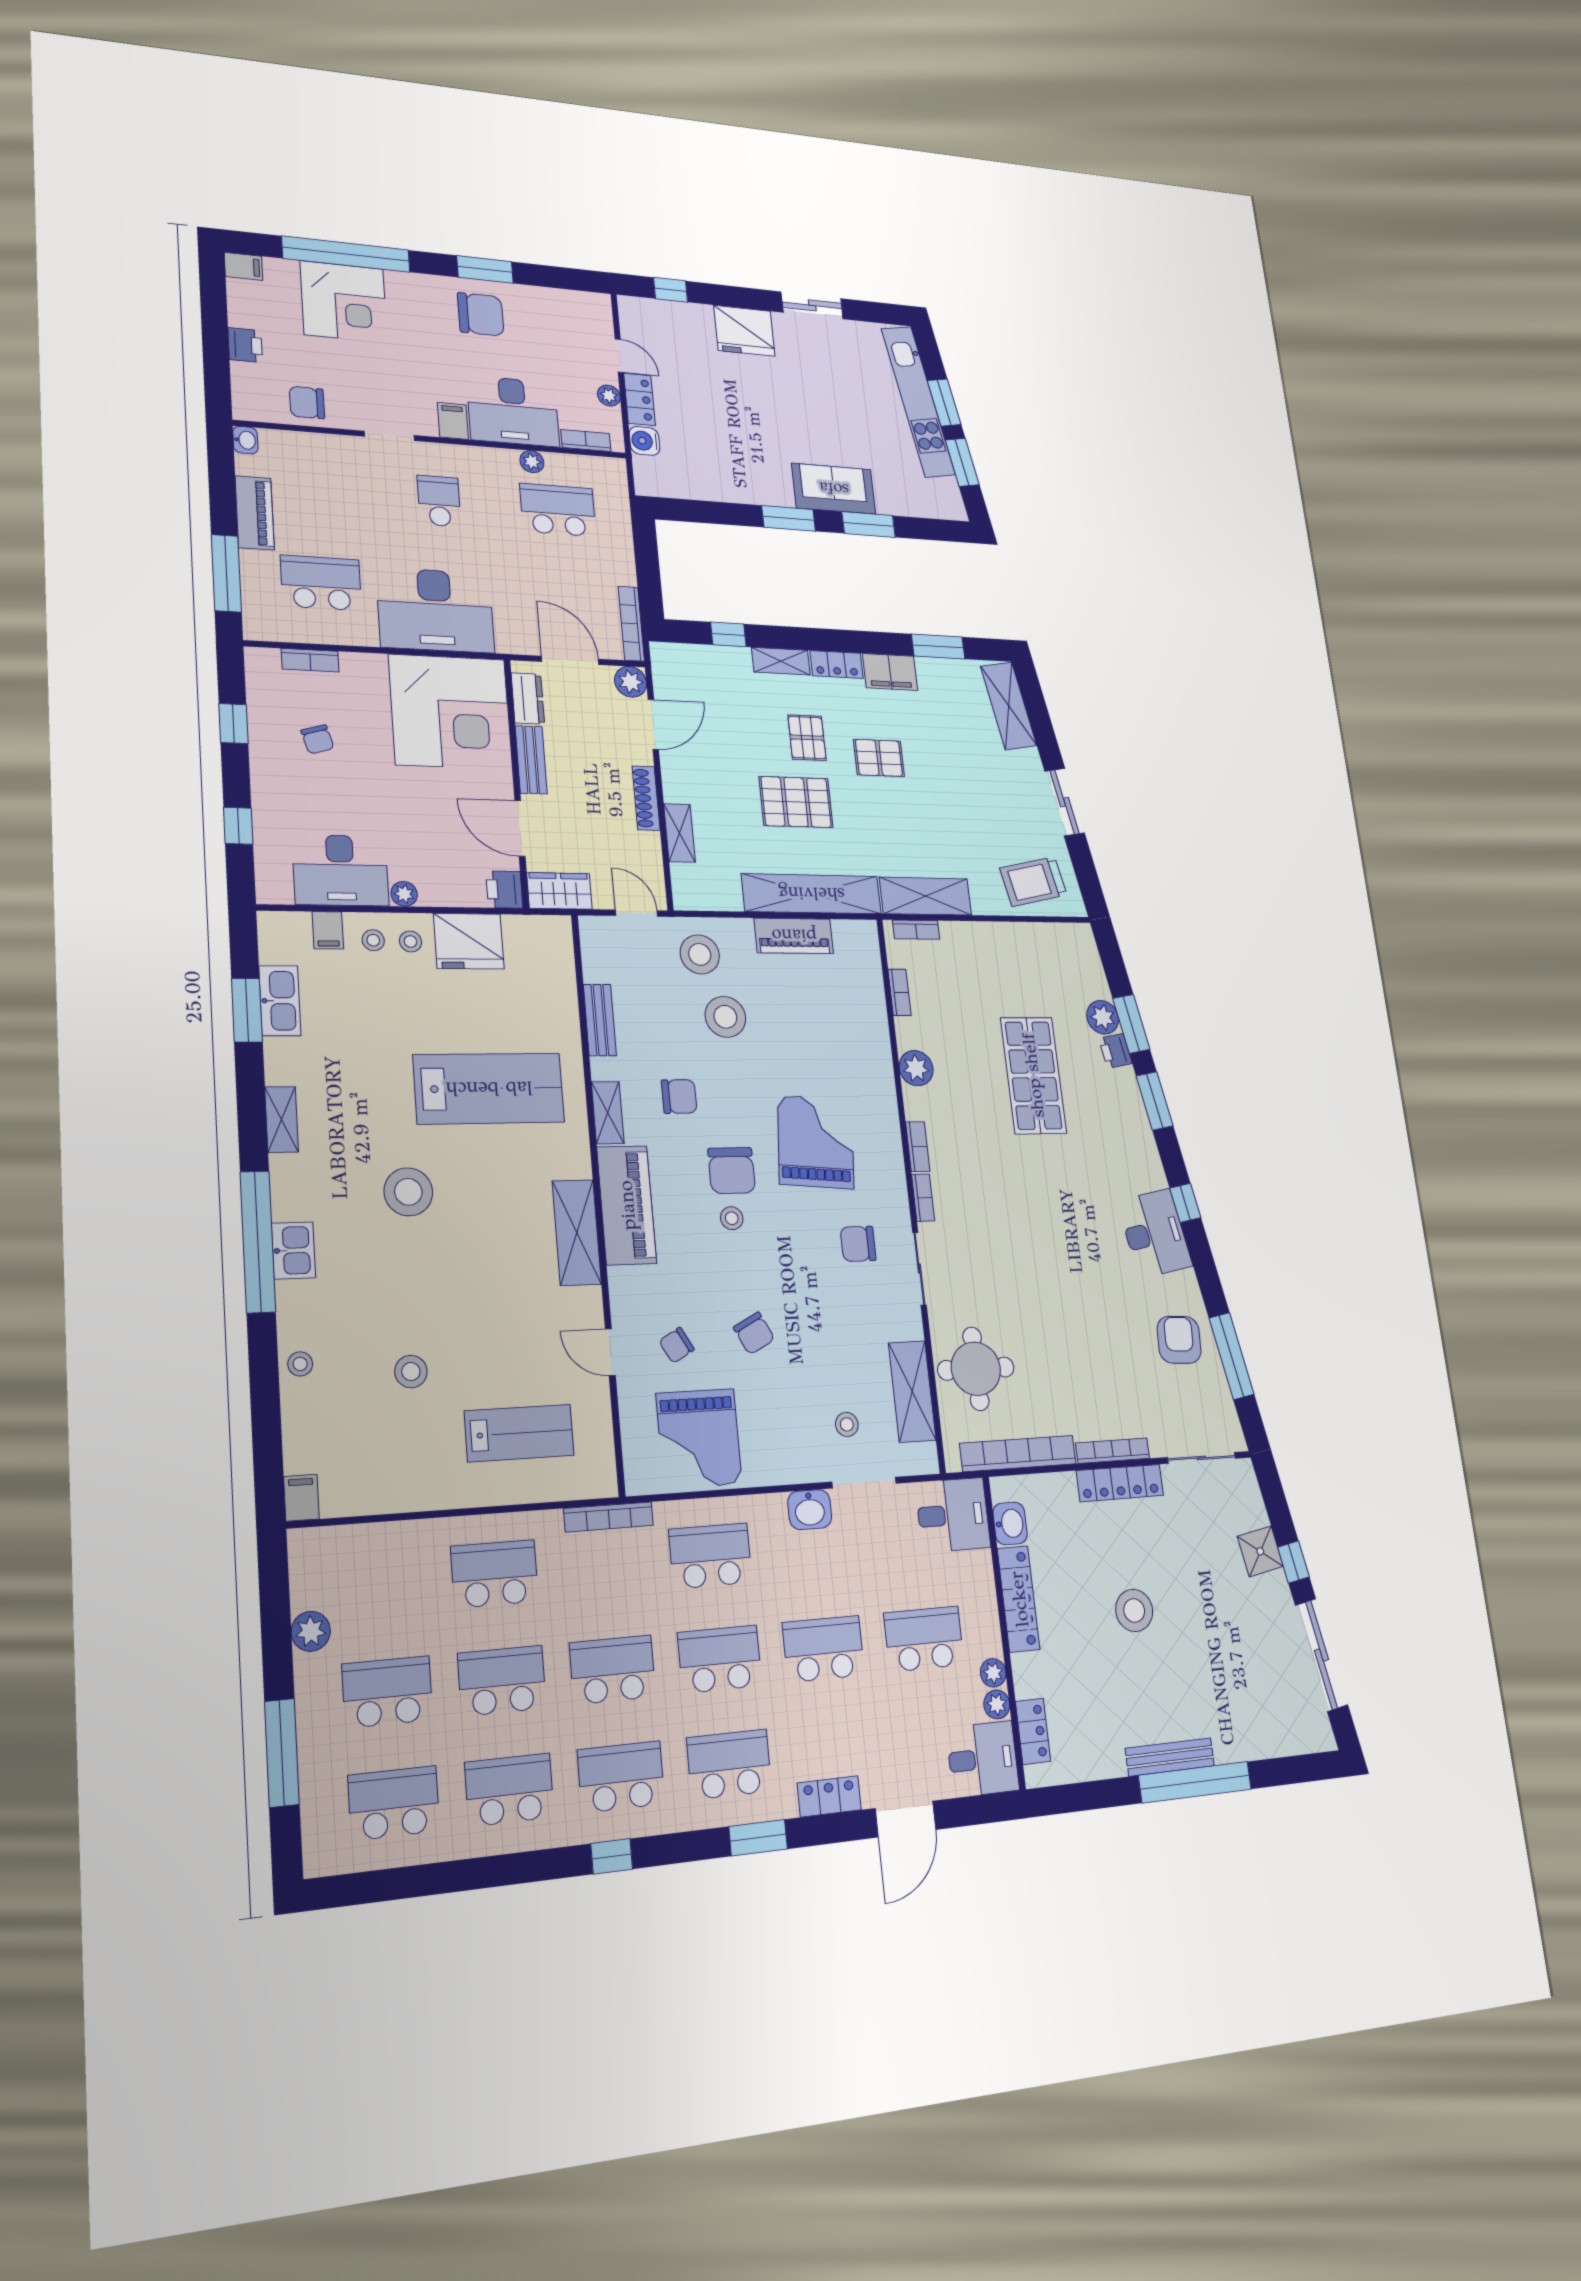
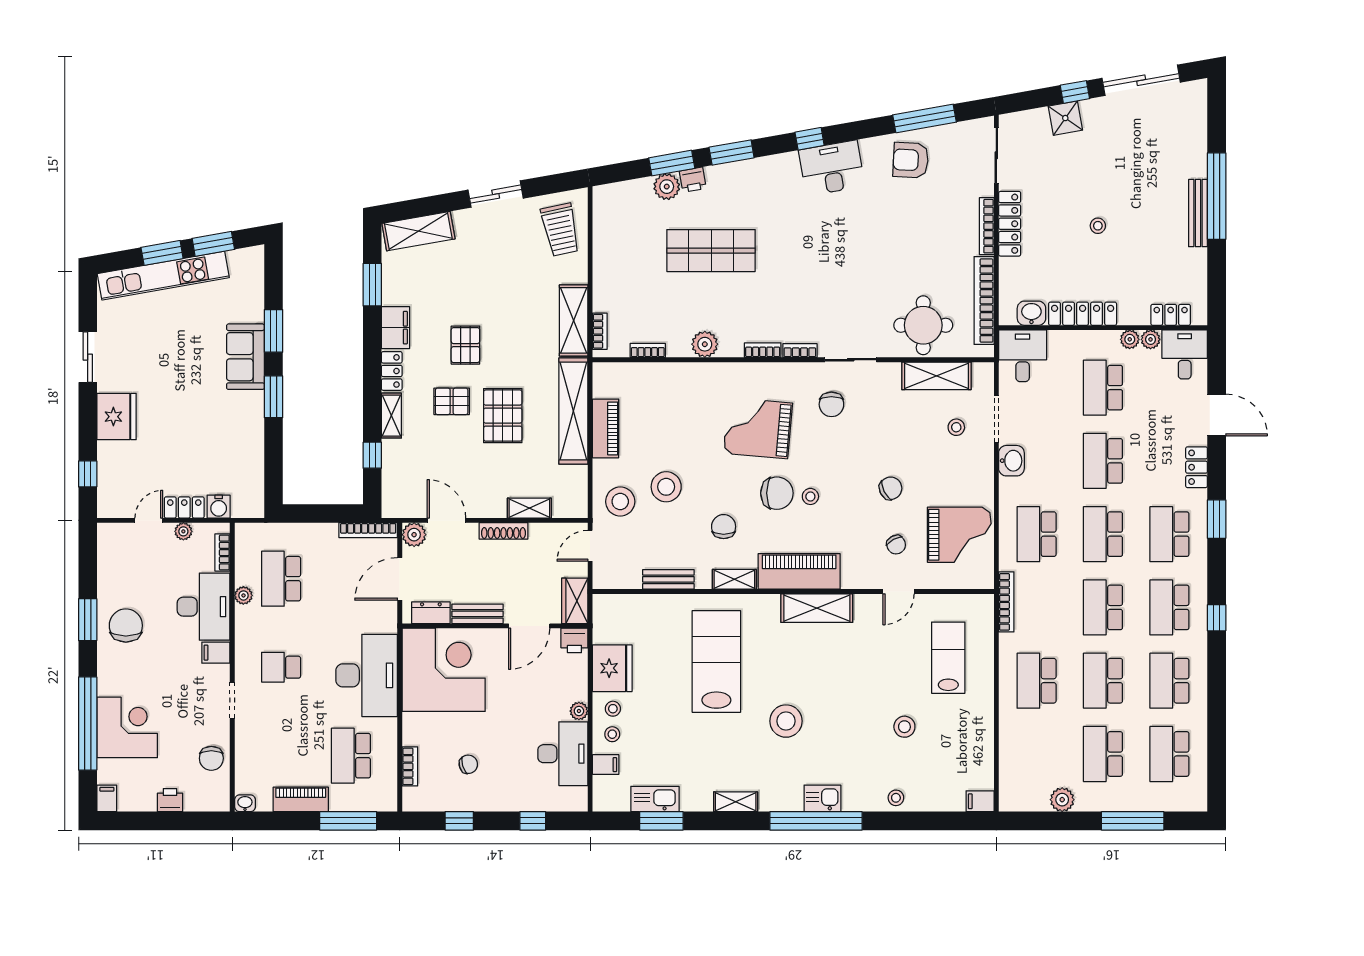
stool: (1134, 1610) -> (1098, 226), width x0.53, depth x0.53

